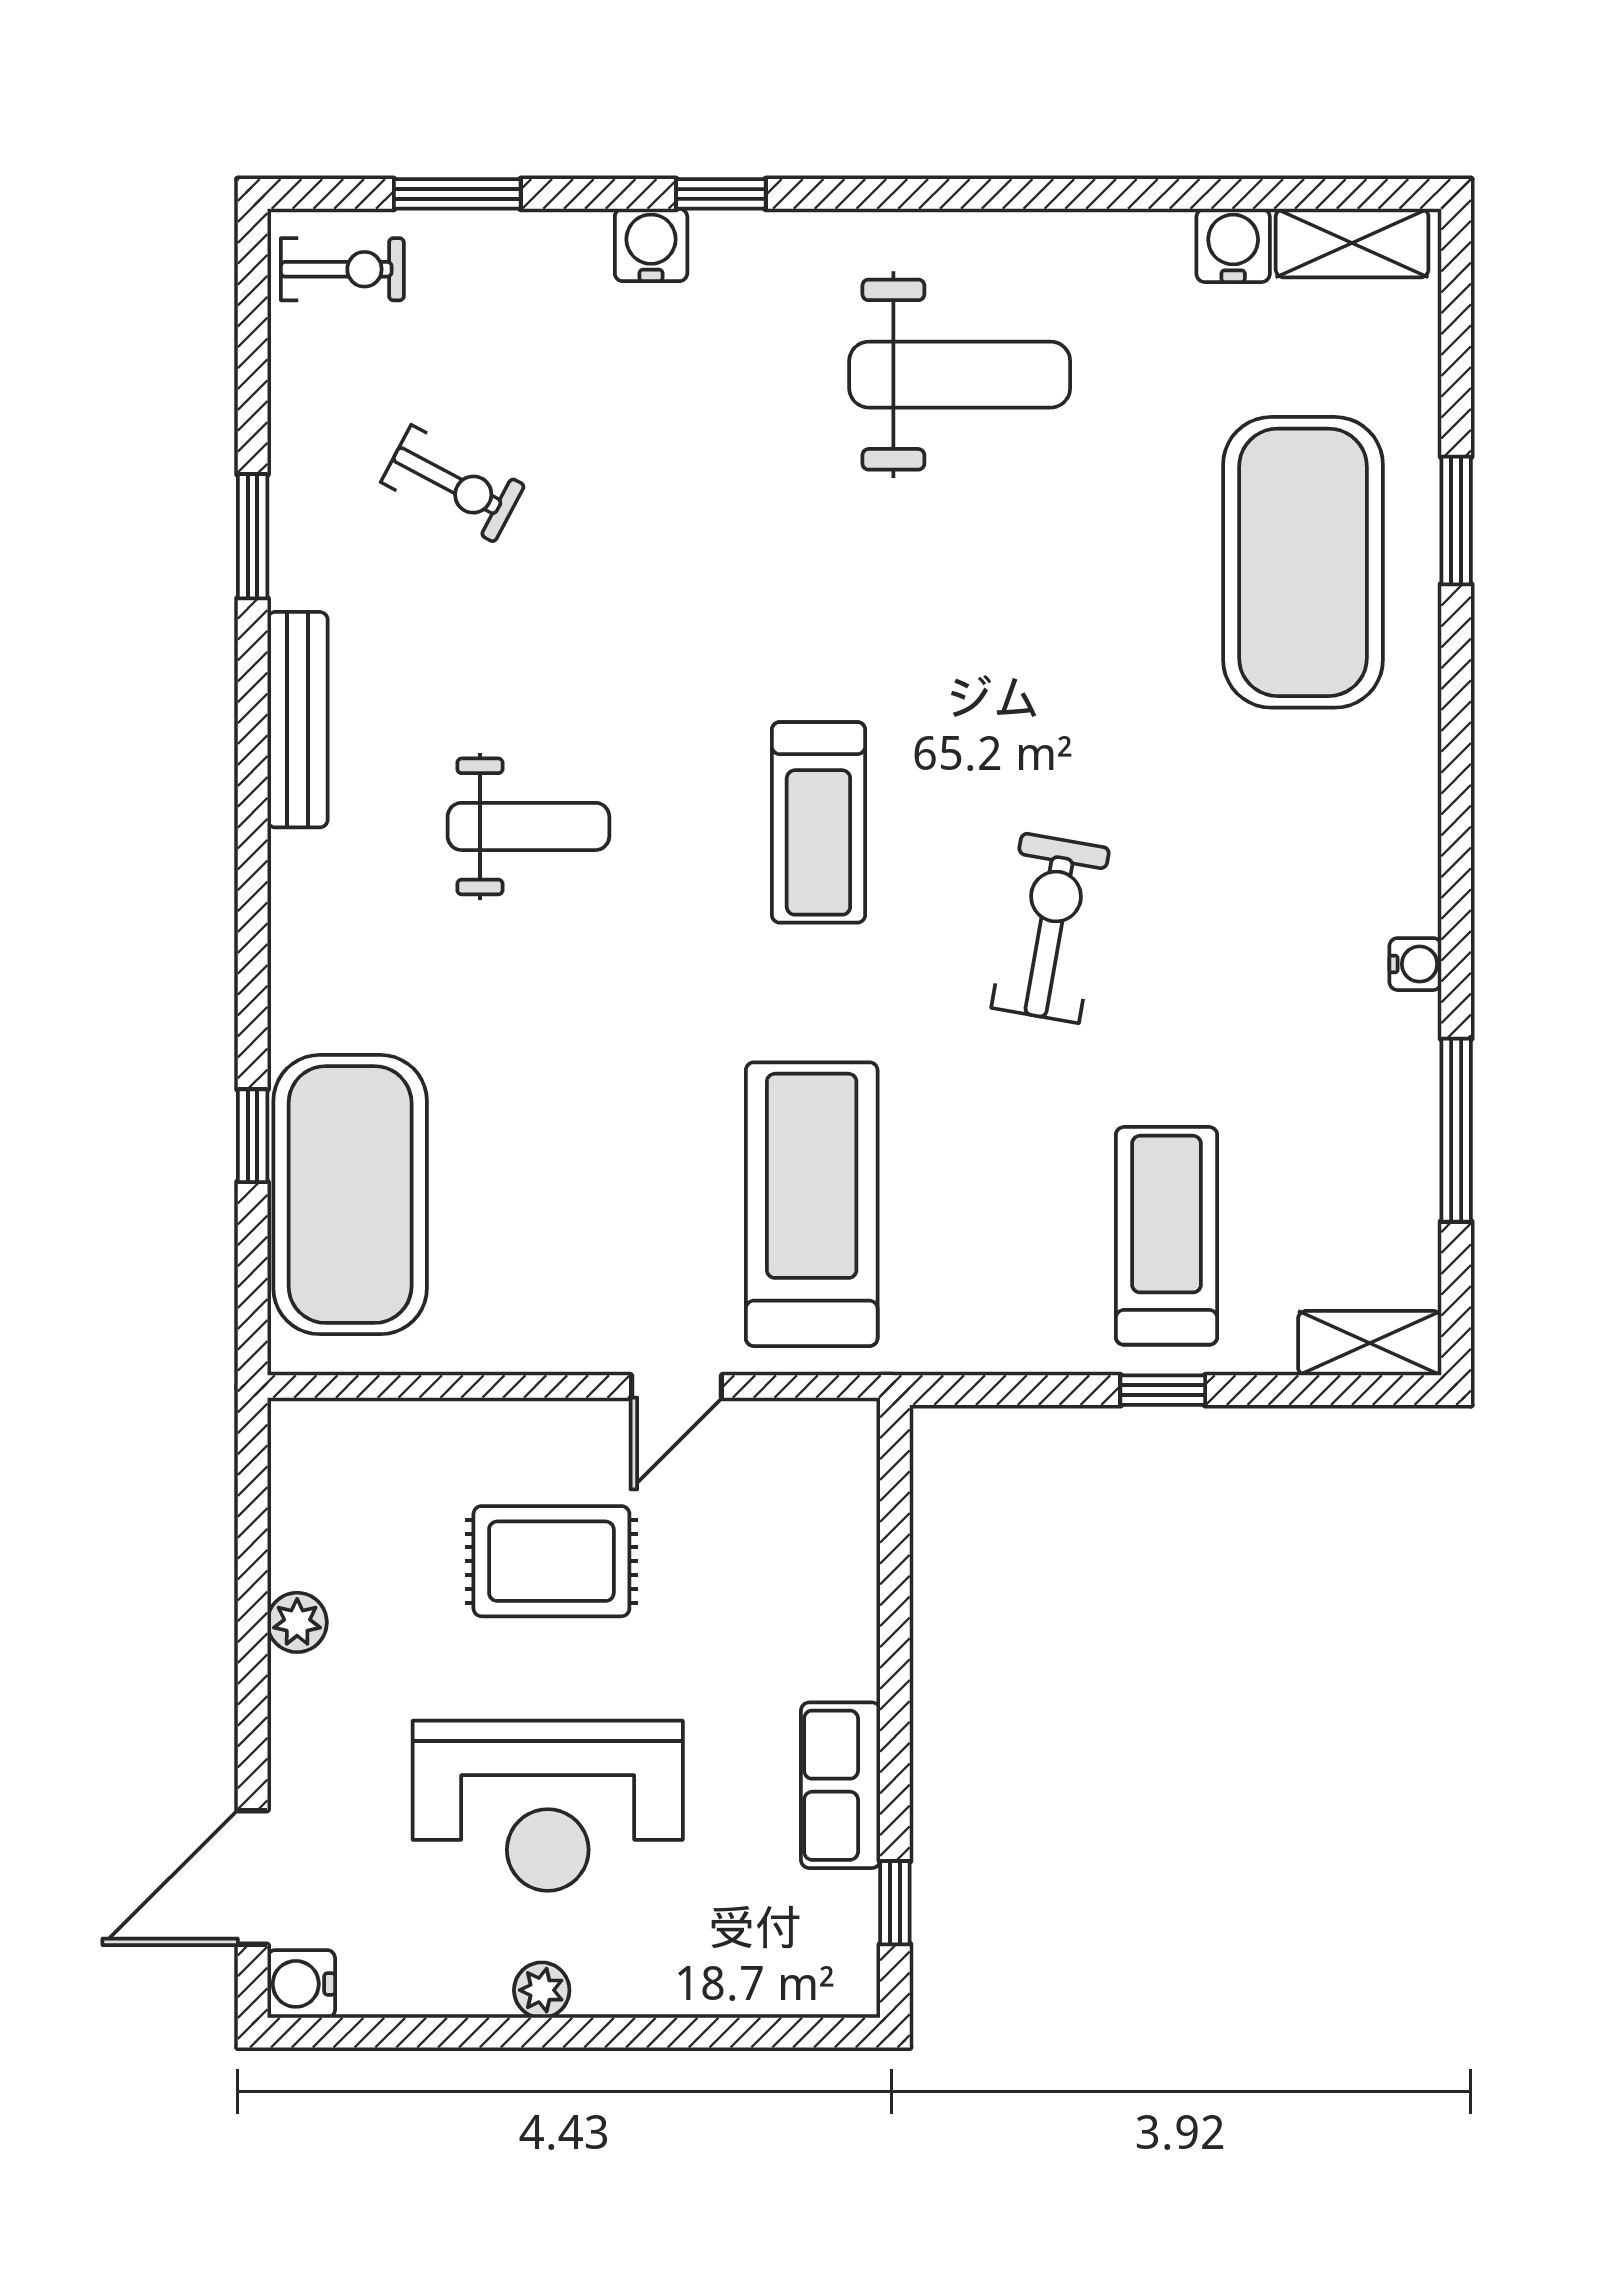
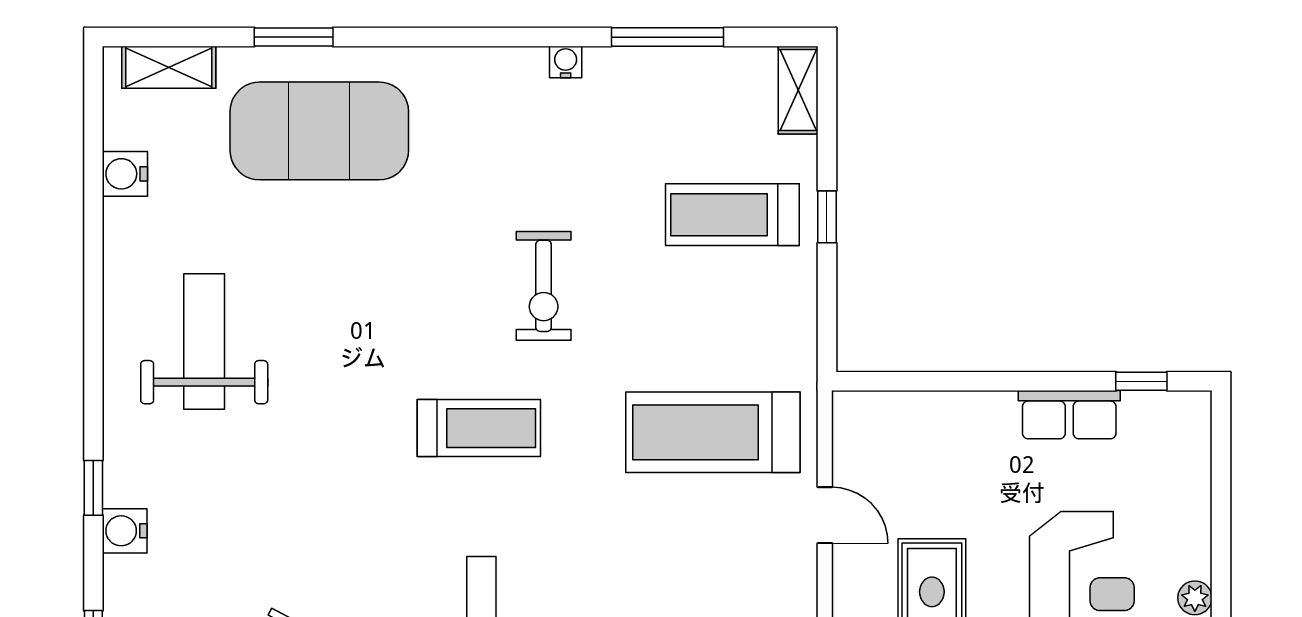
shelving: (1352, 243) -> (169, 67), moved, turned 90
exercise bike: (1050, 928) -> (544, 286), turned -100

